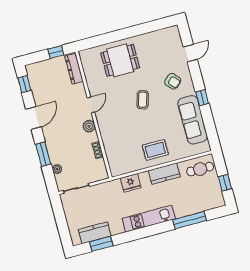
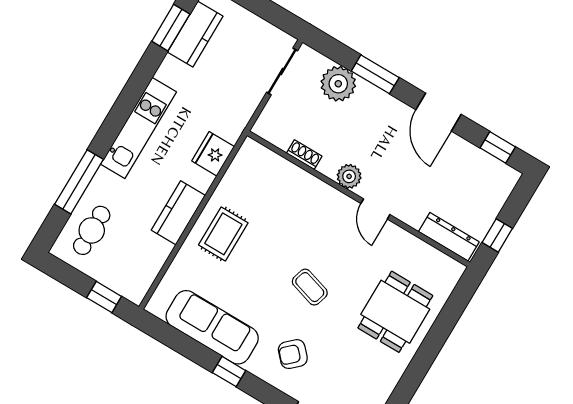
plant: (57, 169) -> (338, 84), width x1.88, depth x1.88
cafe table: (200, 169) -> (92, 230), moved
window: (225, 183) -> (104, 297), moved

